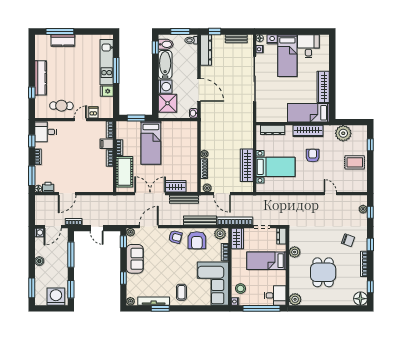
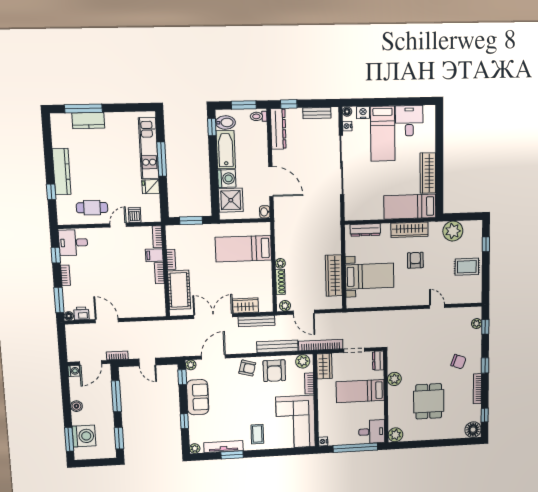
bed: (151, 143) -> (243, 249), moved, turned 90
door: (67, 194) -> (107, 321), swing flipped
stool: (240, 289) -> (329, 426), removed
washing machine: (56, 297) -> (84, 436), moved, turned 90

